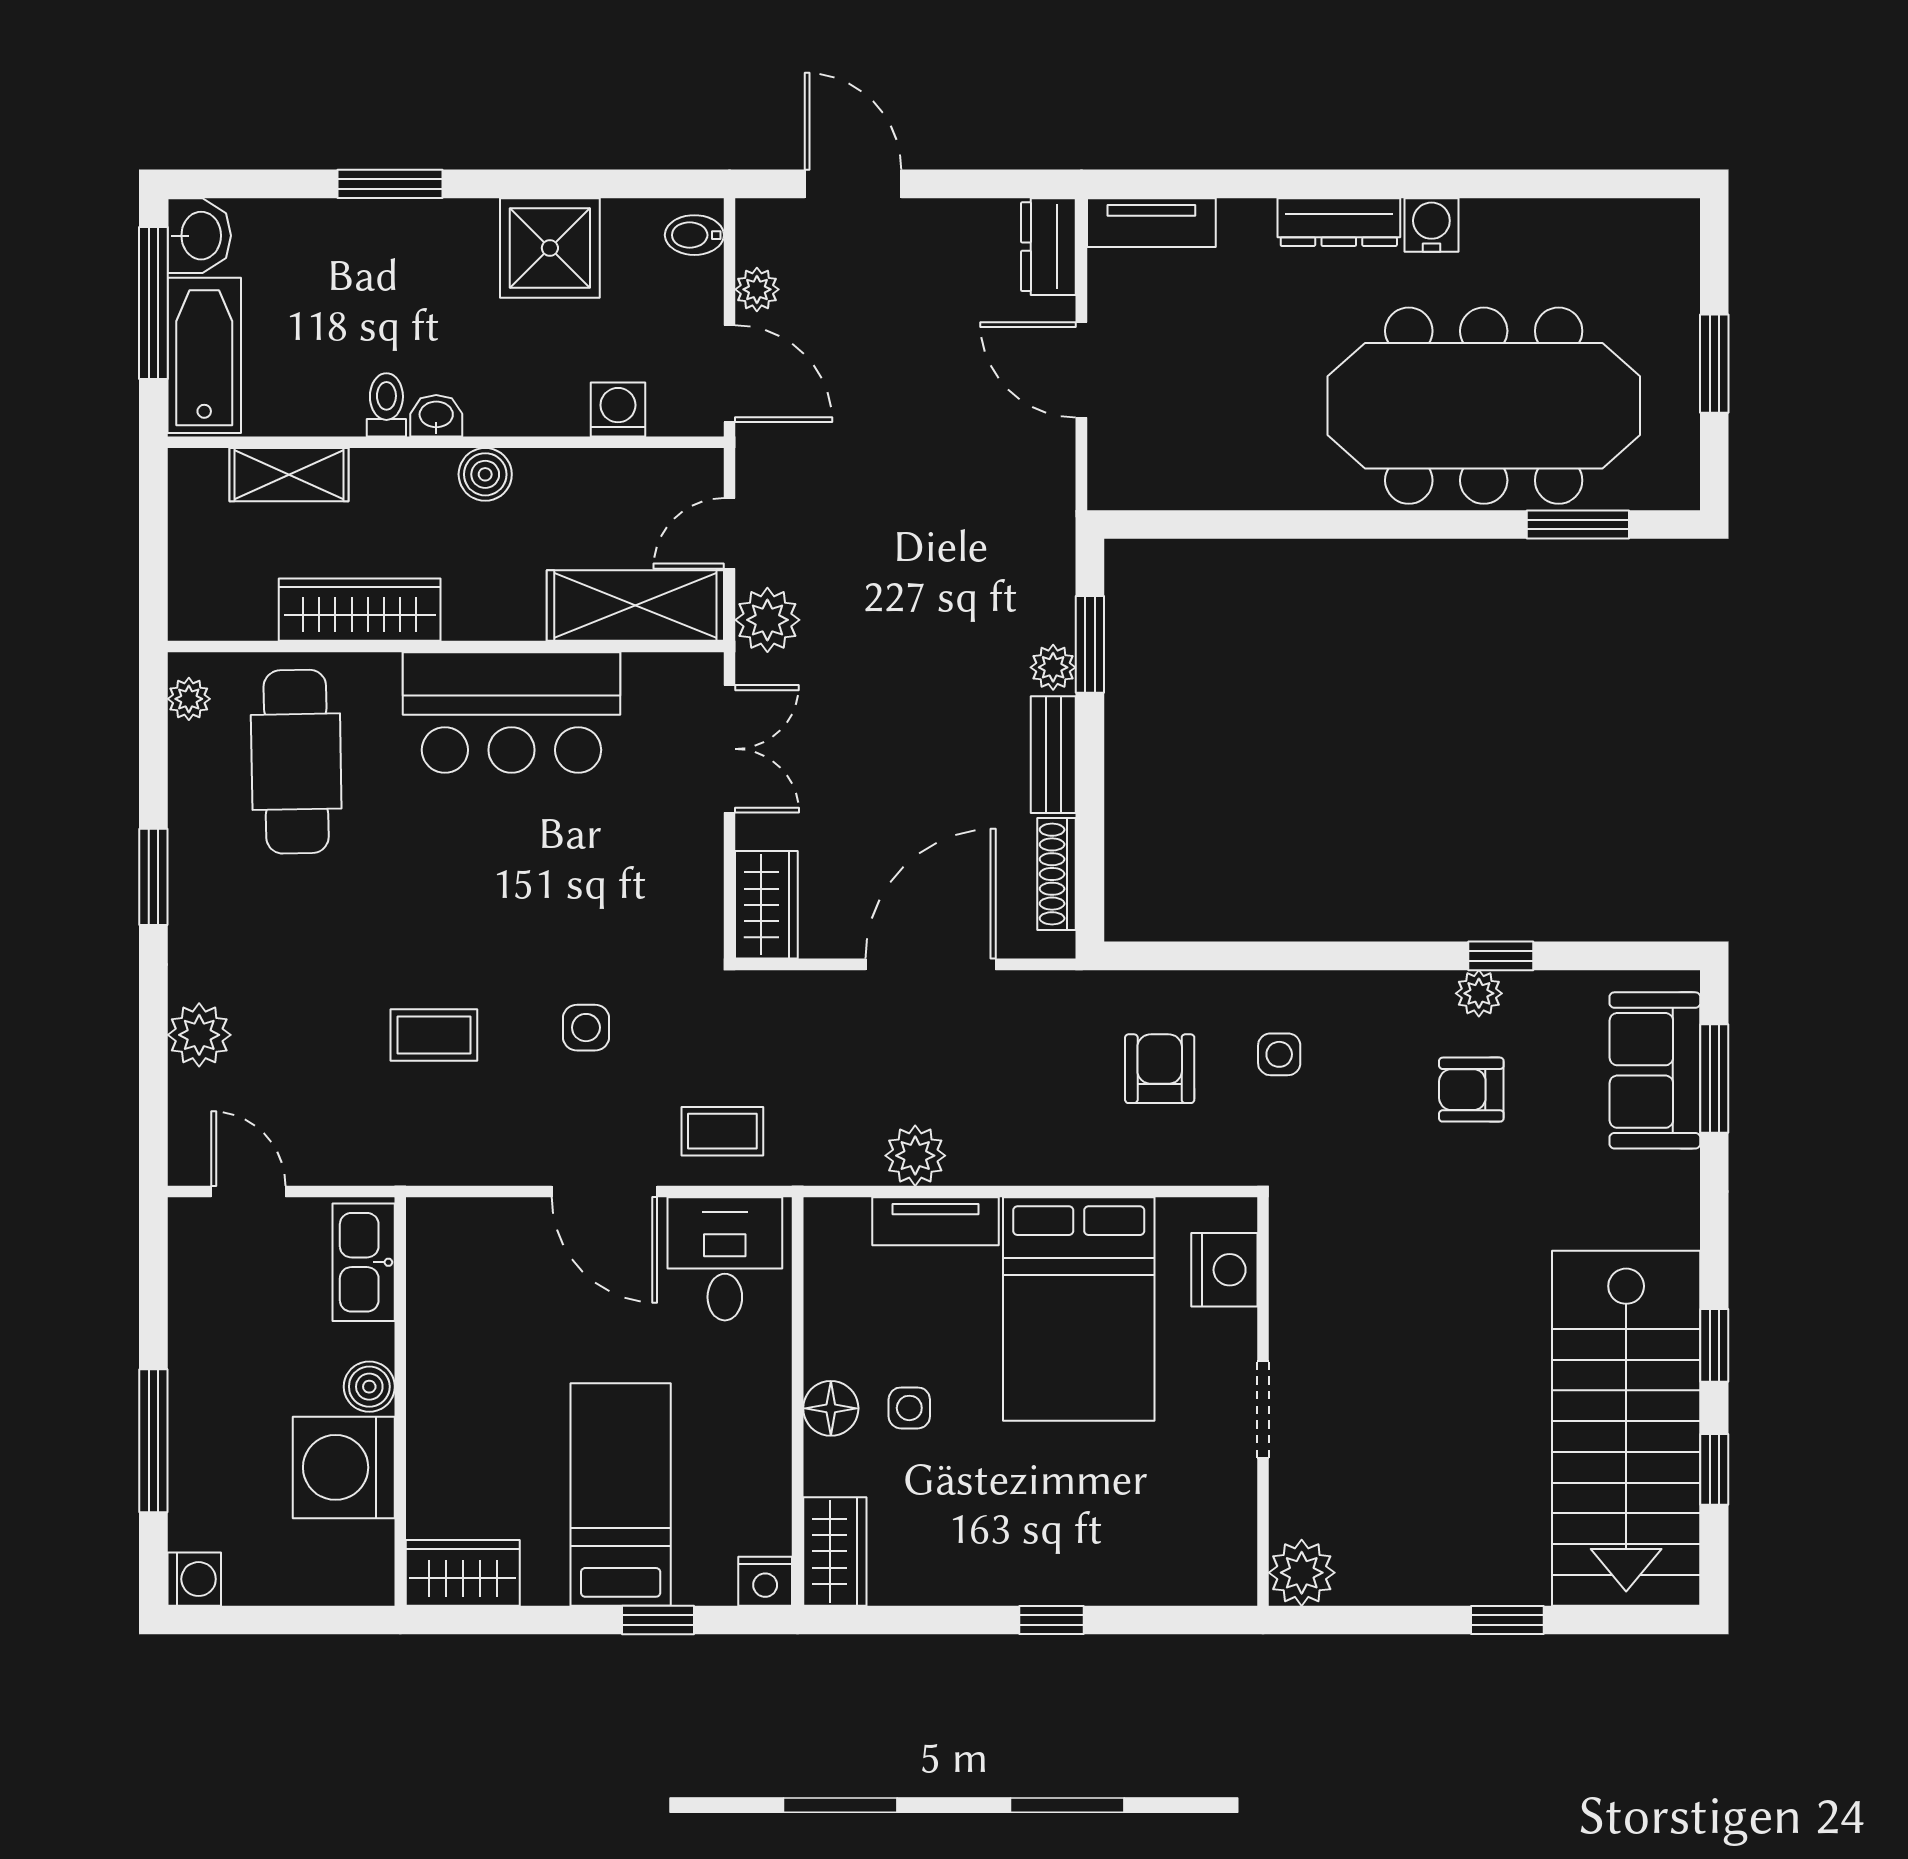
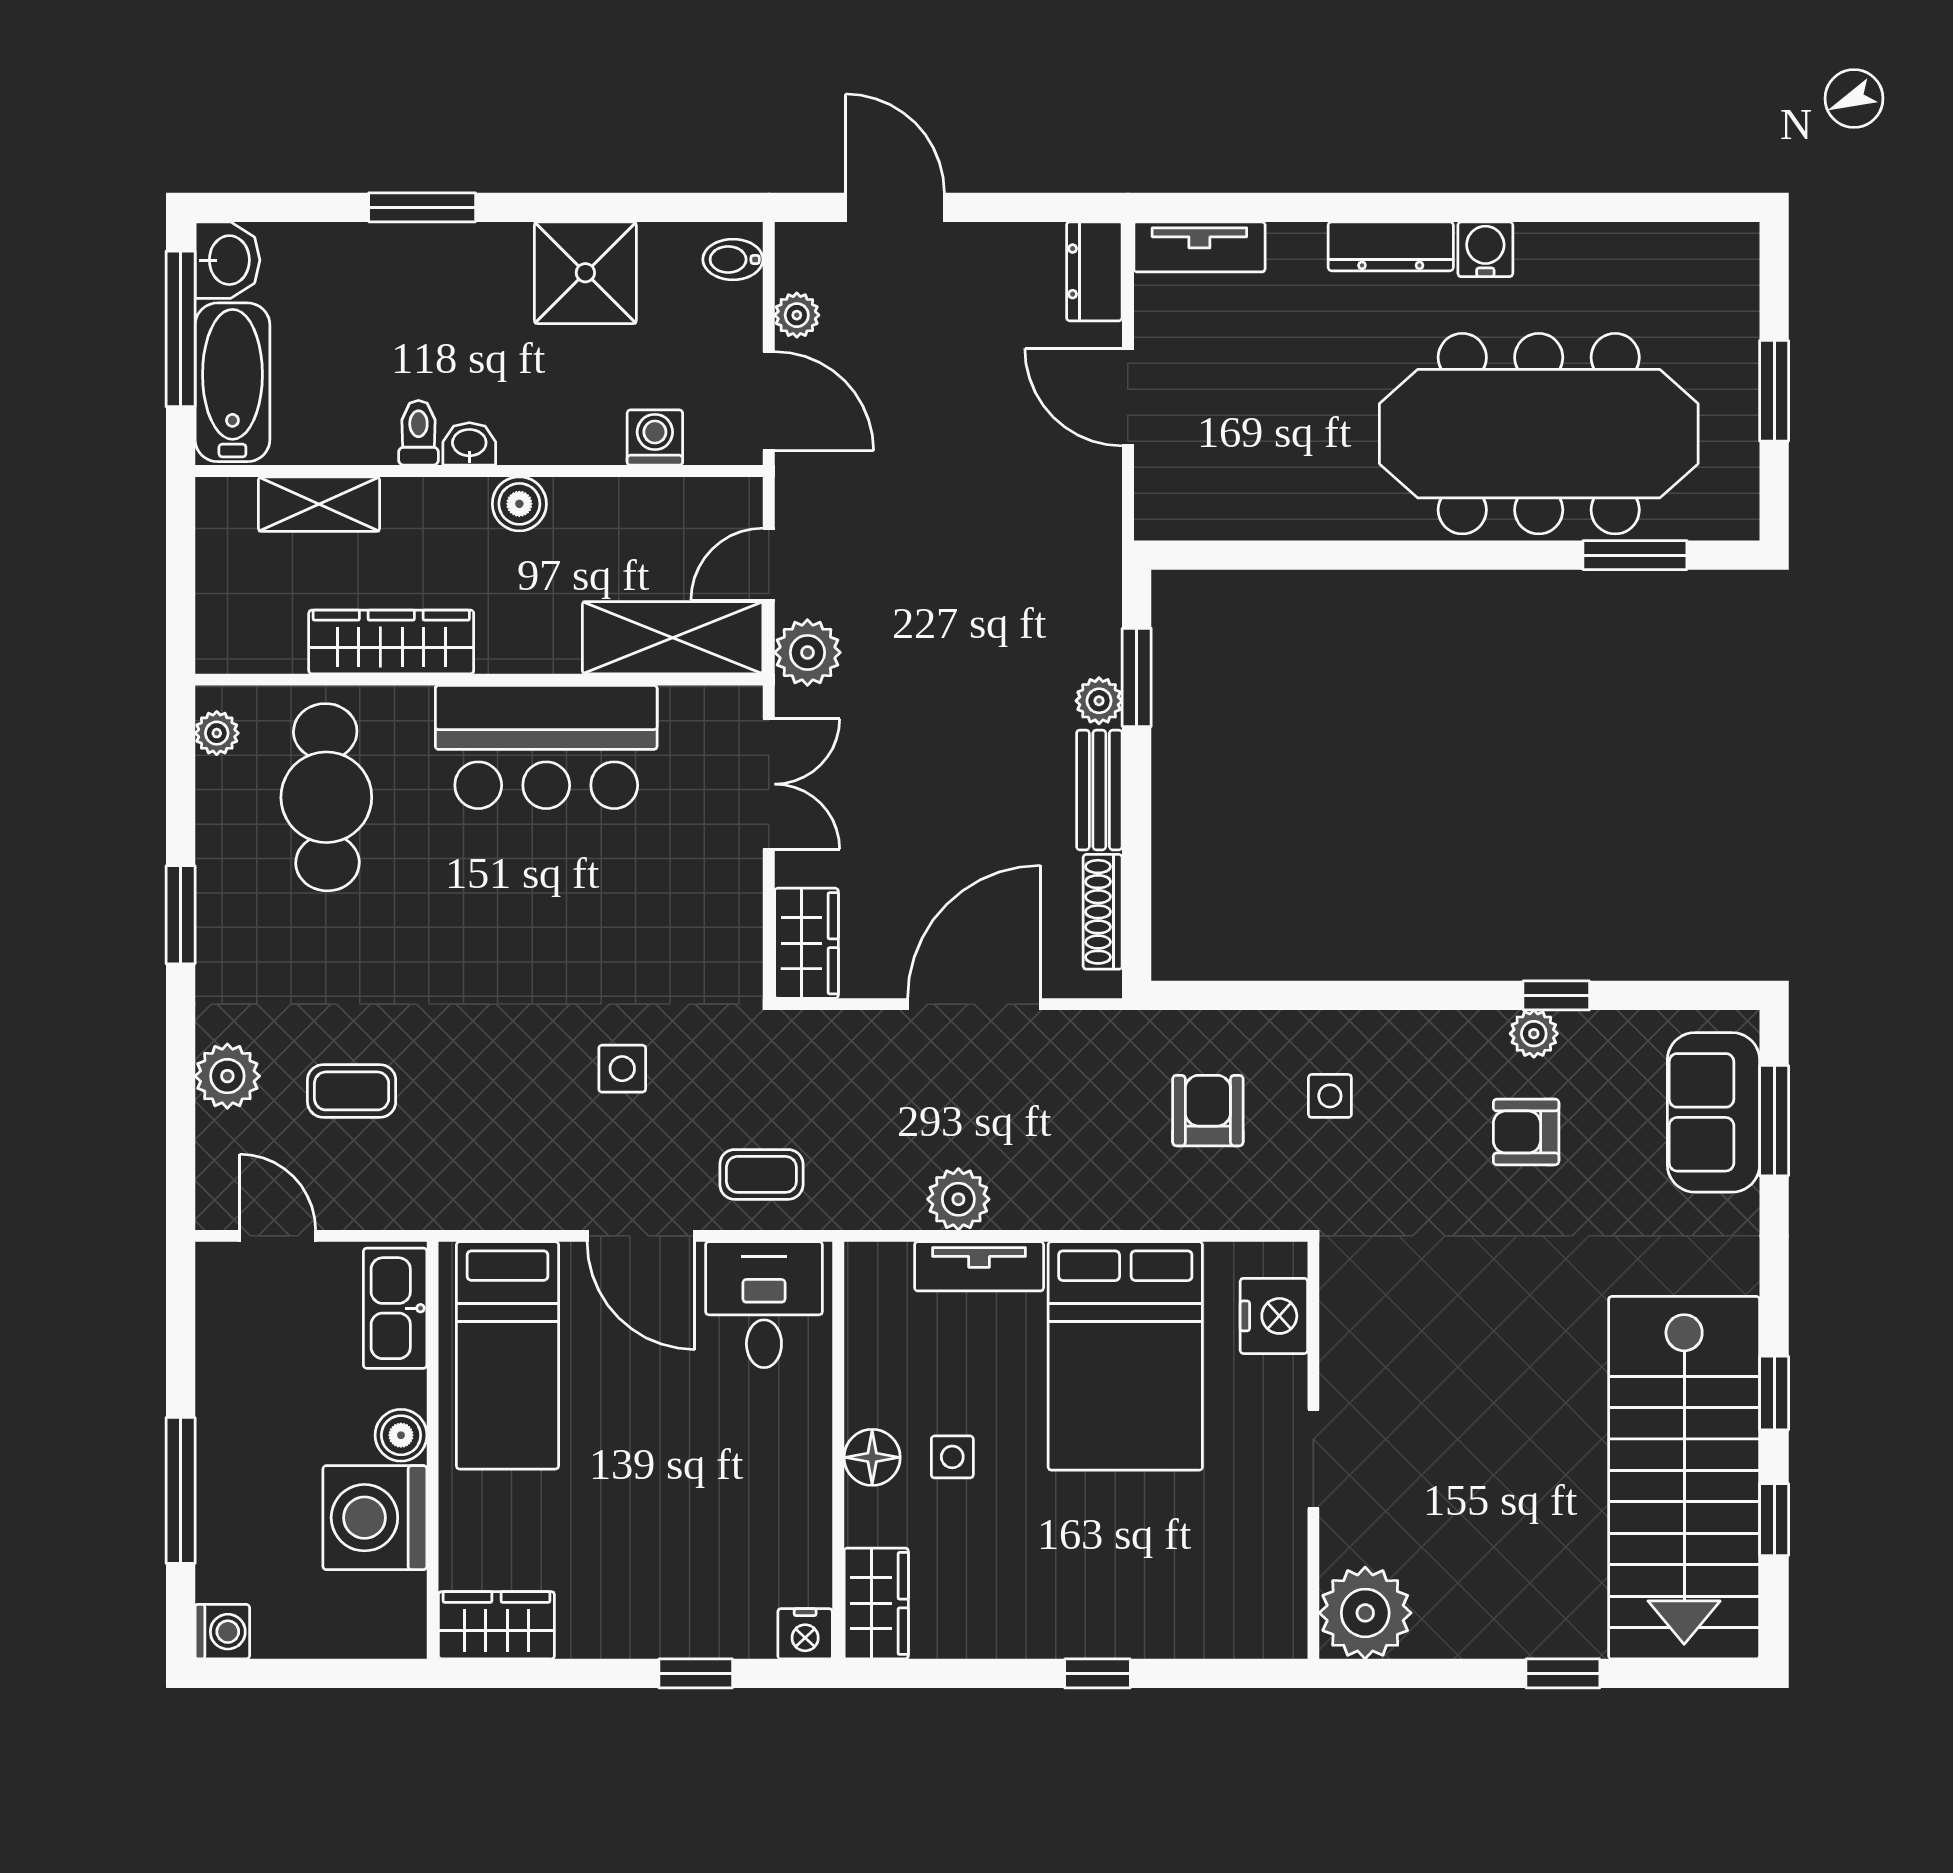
coffee table: (434, 1035) -> (352, 1091), moved
bed: (621, 1494) -> (508, 1355), moved, turned 180
plant: (1302, 1573) -> (1365, 1613), width x1.36, depth x1.36

